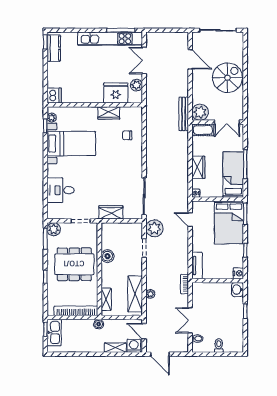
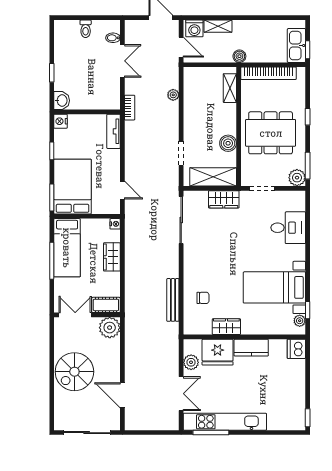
kitchen counter: (54, 48) -> (251, 348), moved, turned -90
bench: (184, 114) -> (173, 300), moved
plant: (154, 228) -> (168, 179), removed
shelving: (135, 294) -> (213, 177), moved, turned 90

